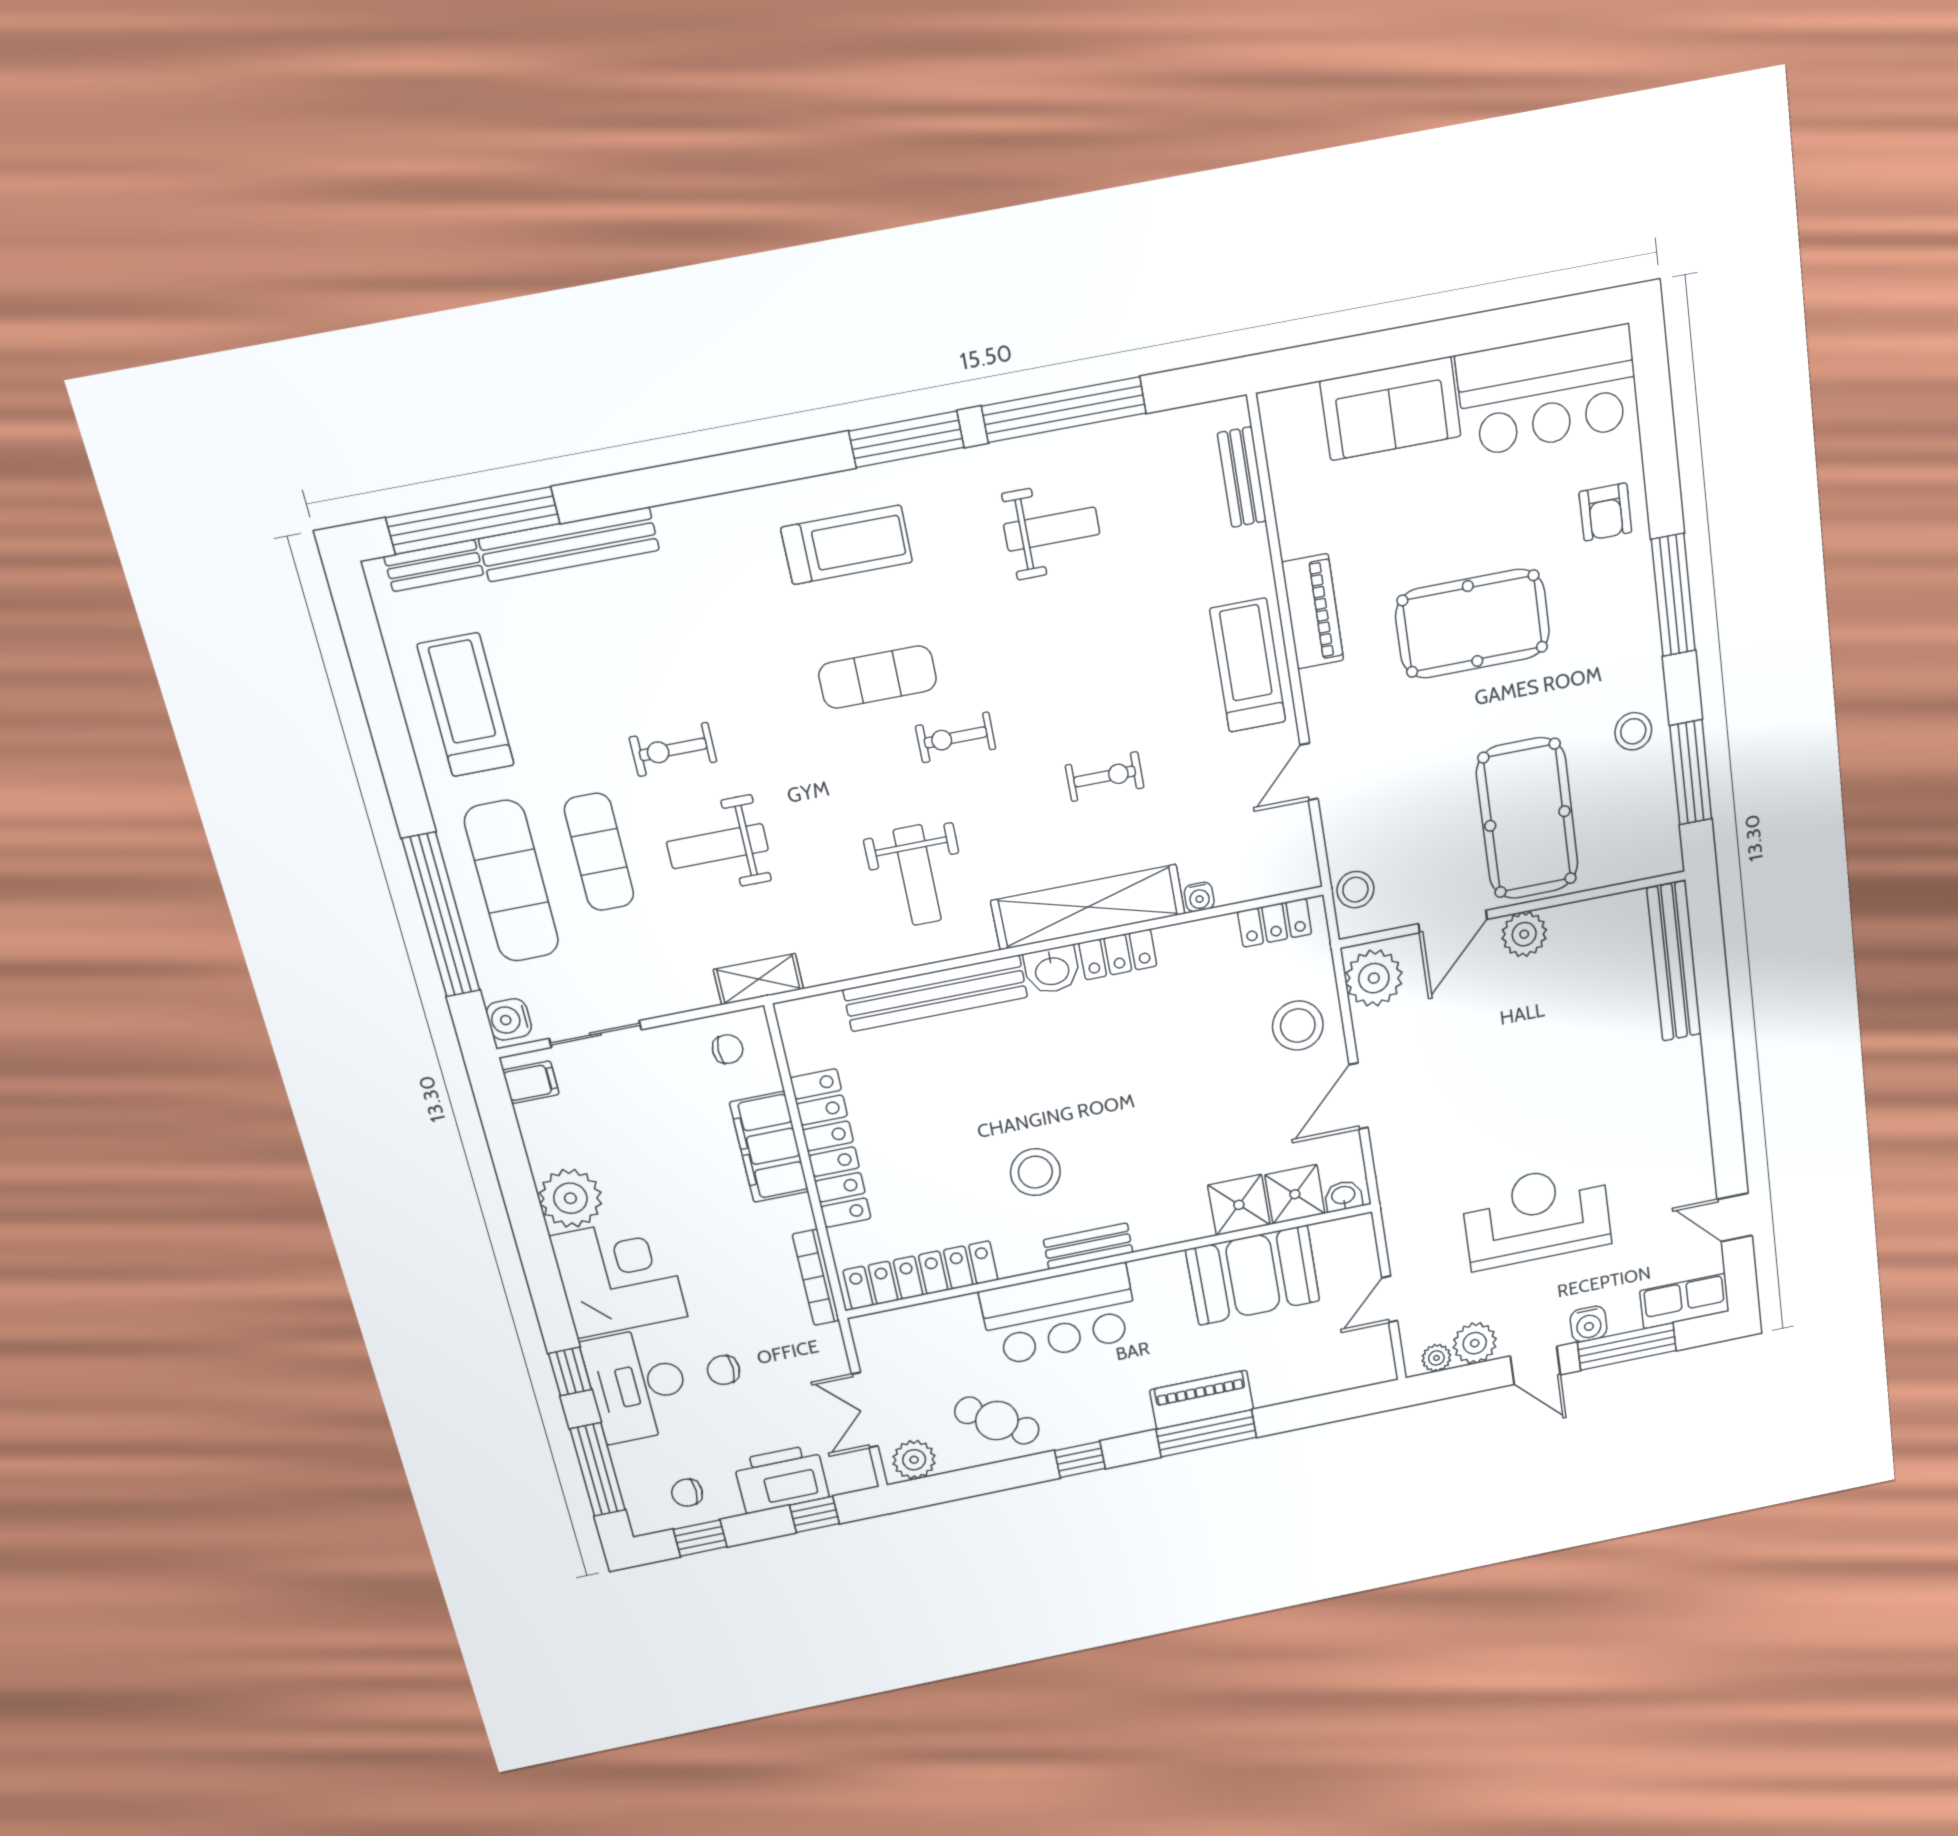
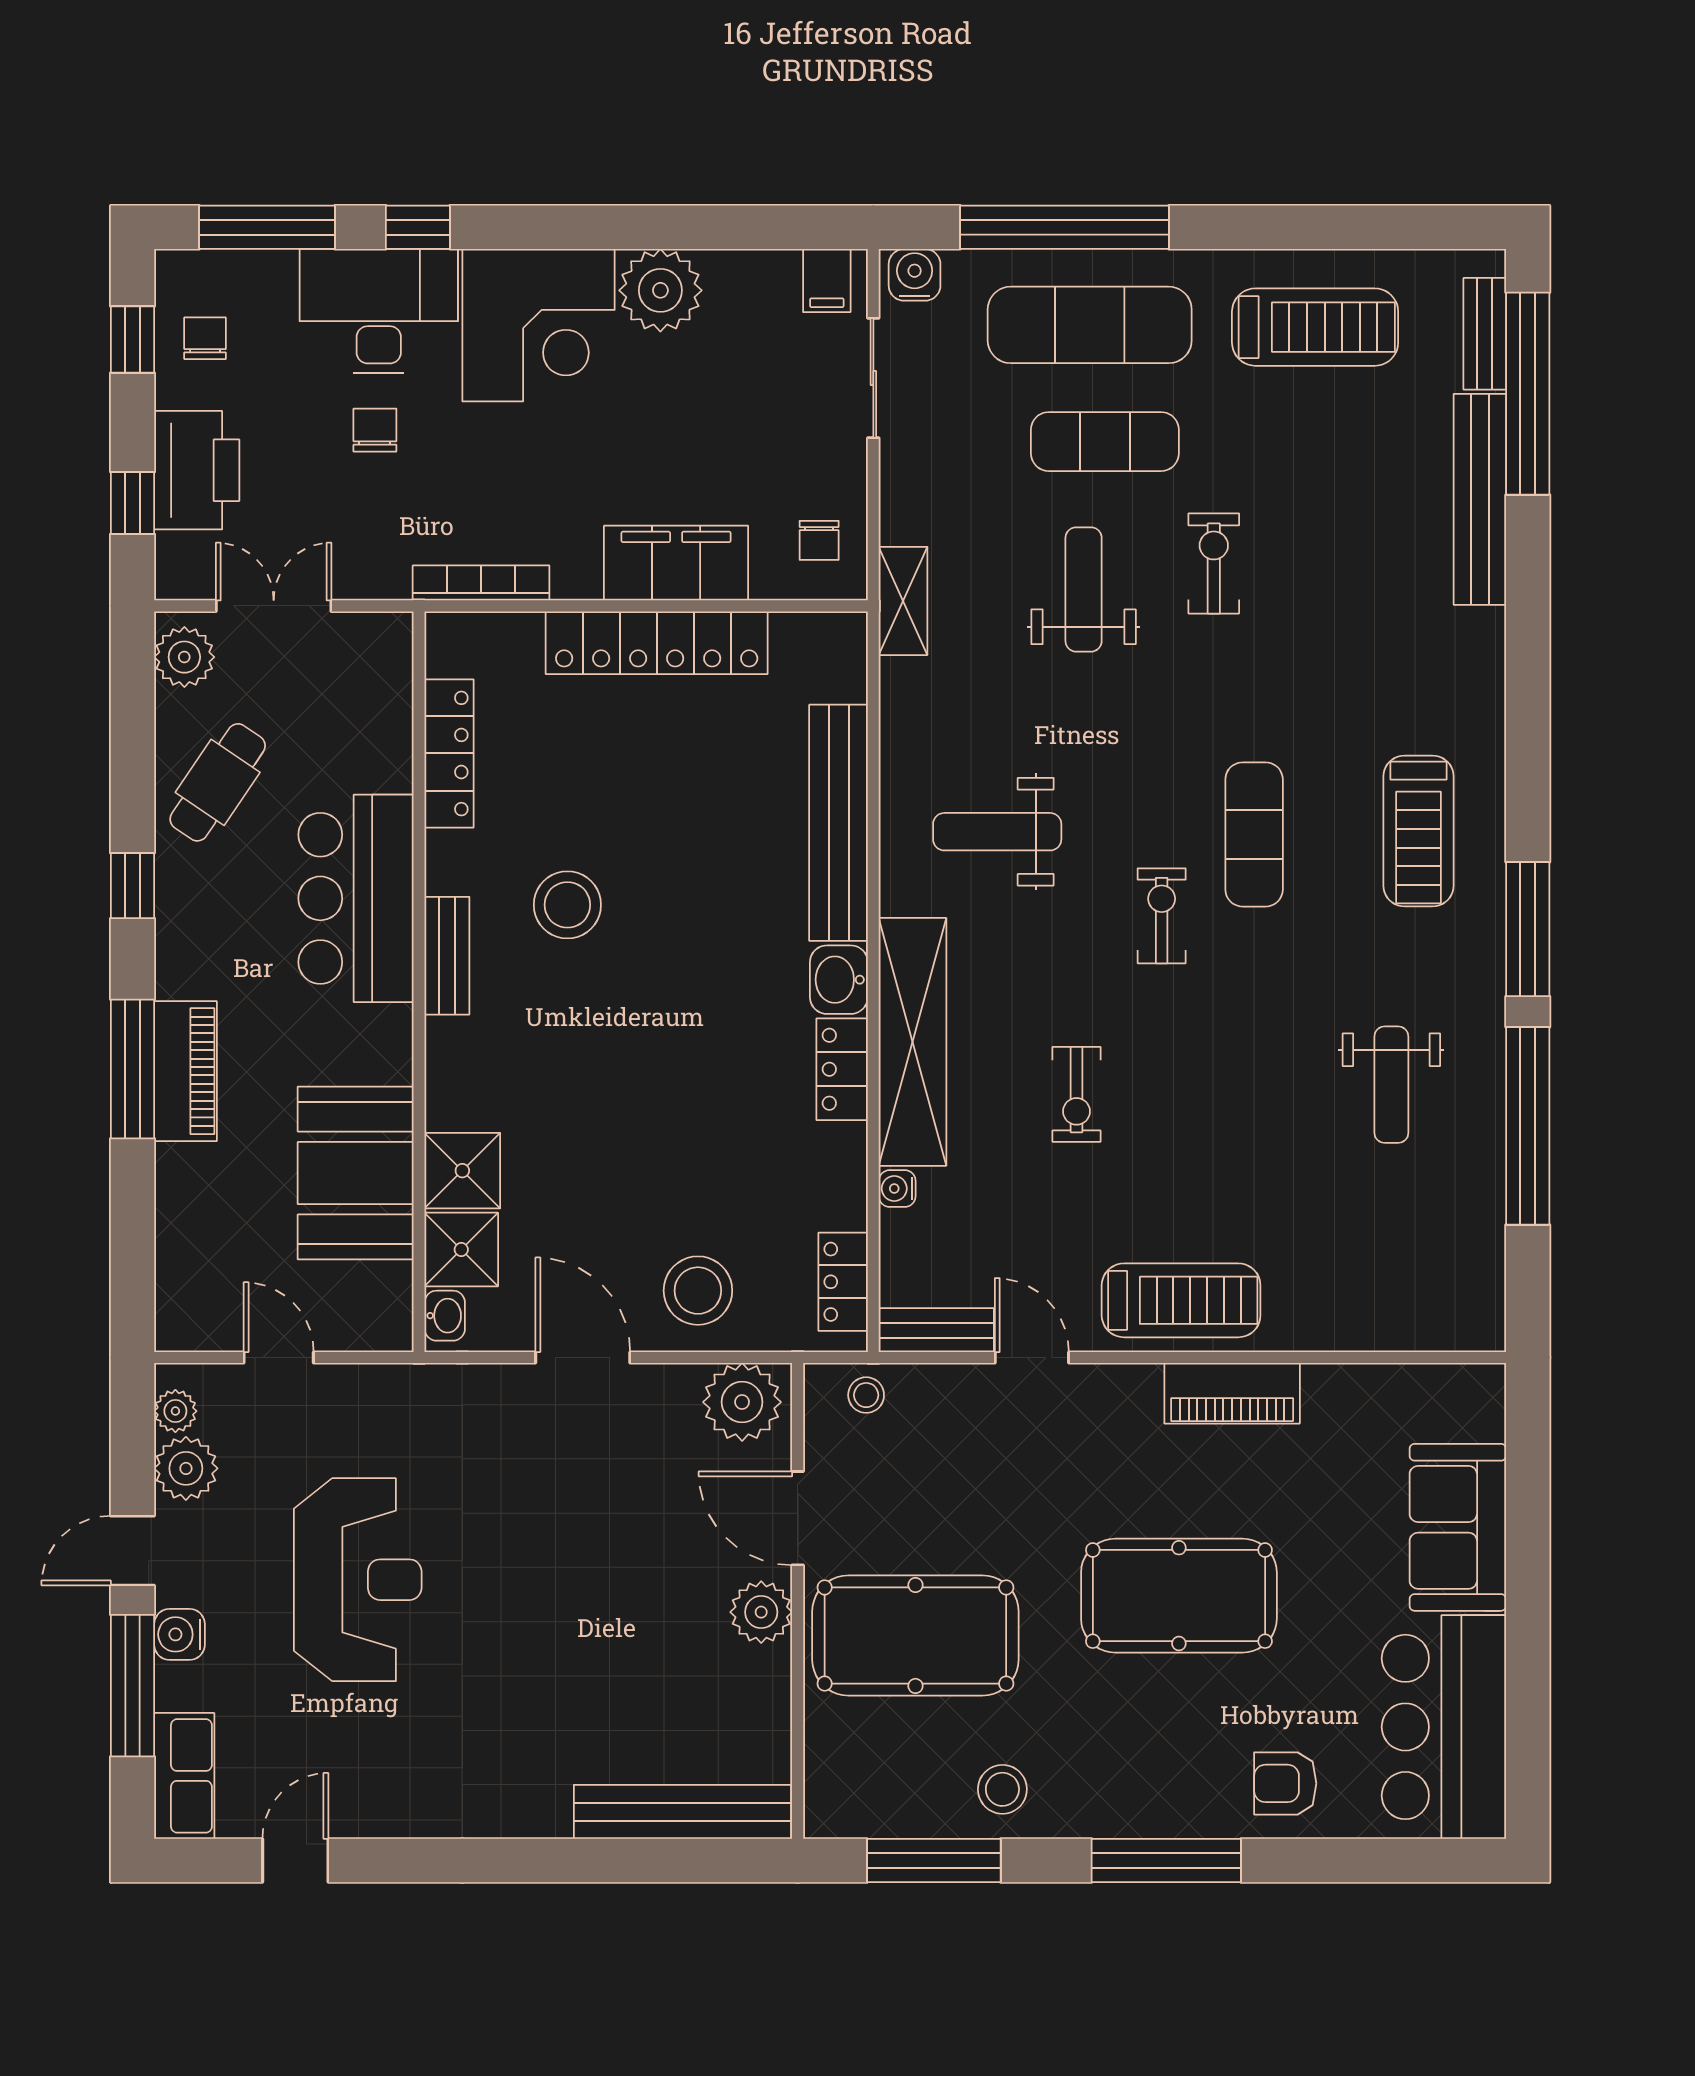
bench: (1242, 477) -> (936, 1330), moved
pool table: (1473, 624) -> (1179, 1596), turned 90
stool: (1355, 890) -> (866, 1395), width x0.73, depth x0.73
locker: (921, 1275) -> (449, 753), width x0.71, depth x0.83

